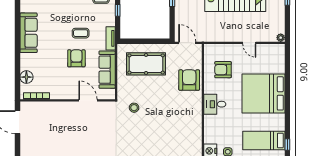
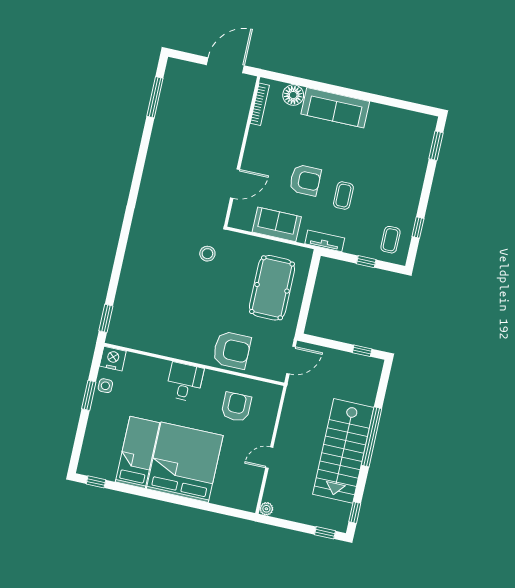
sofa: (29, 33) -> (335, 108), moved
sofa: (107, 70) -> (277, 224), width x0.73
bed: (264, 140) -> (138, 452), moved

